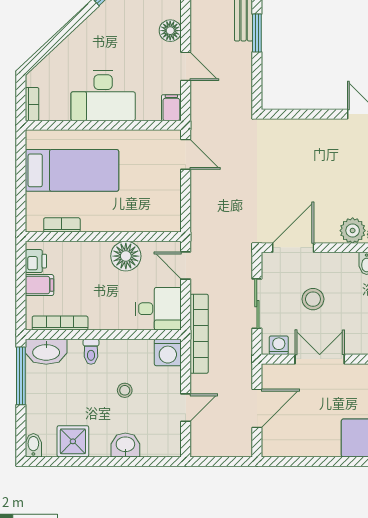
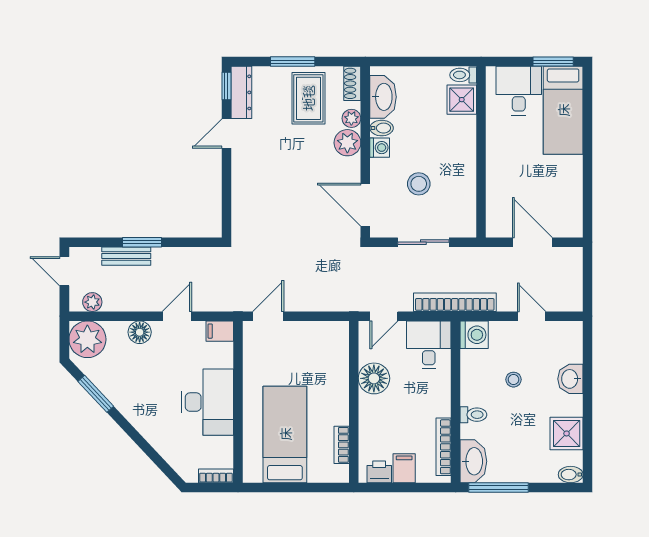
washing machine: (279, 345) -> (380, 148), moved, turned 180
double door: (320, 359) -> (481, 177), removed

